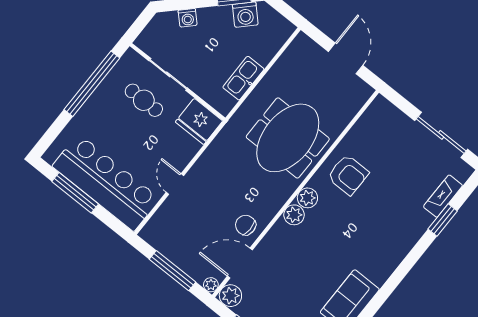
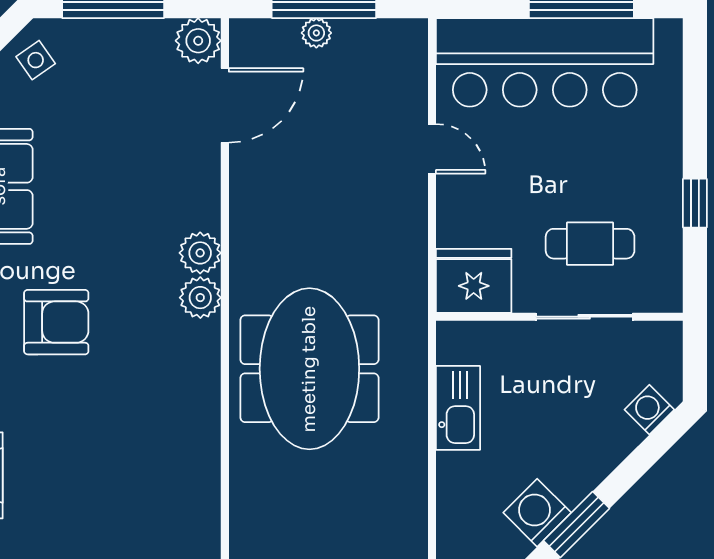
washing machine: (188, 18) -> (649, 410), moved
window: (92, 84) -> (695, 203), width x0.32
armchair: (348, 175) -> (56, 322), moved, turned 180
chair: (246, 225) -> (265, 174), removed
plant: (211, 285) -> (316, 33), moved

